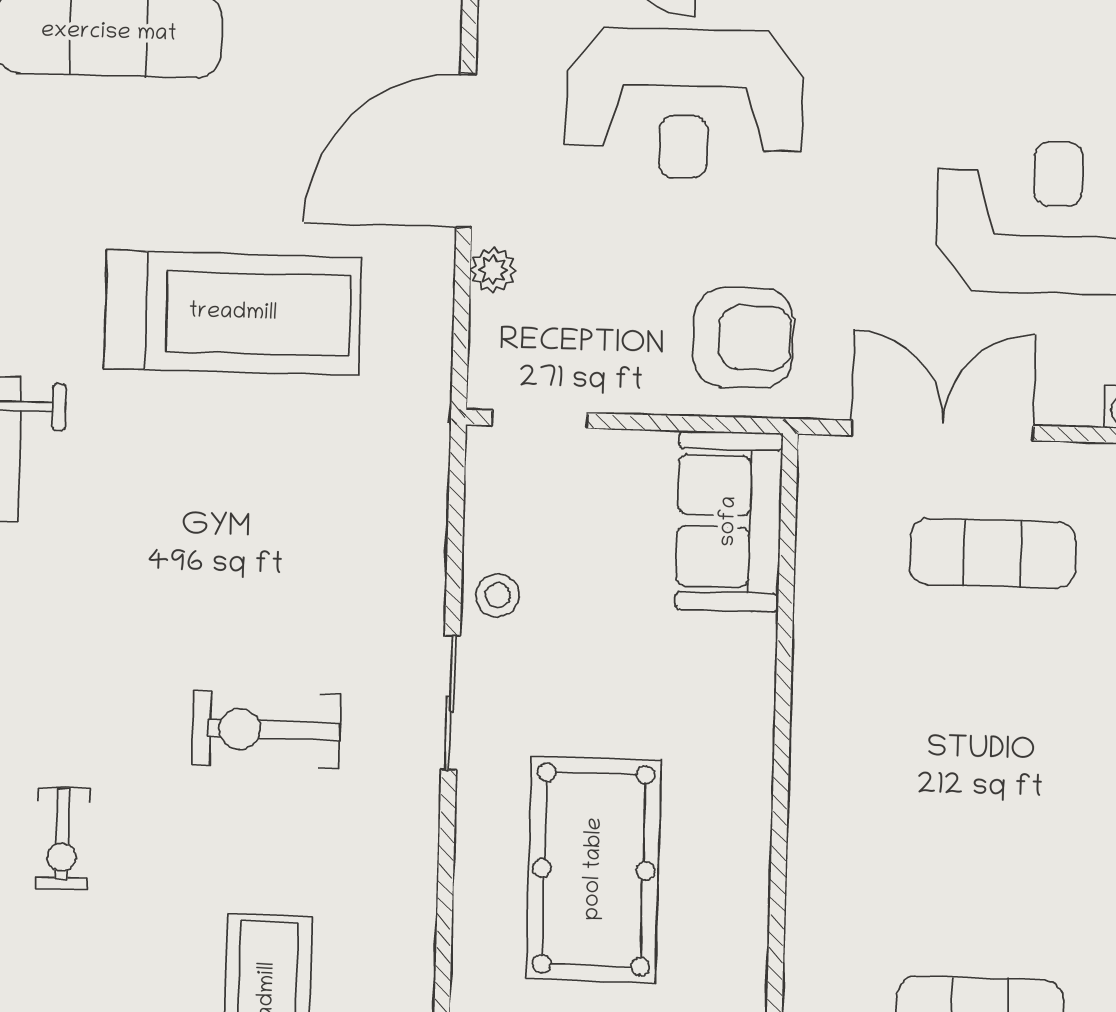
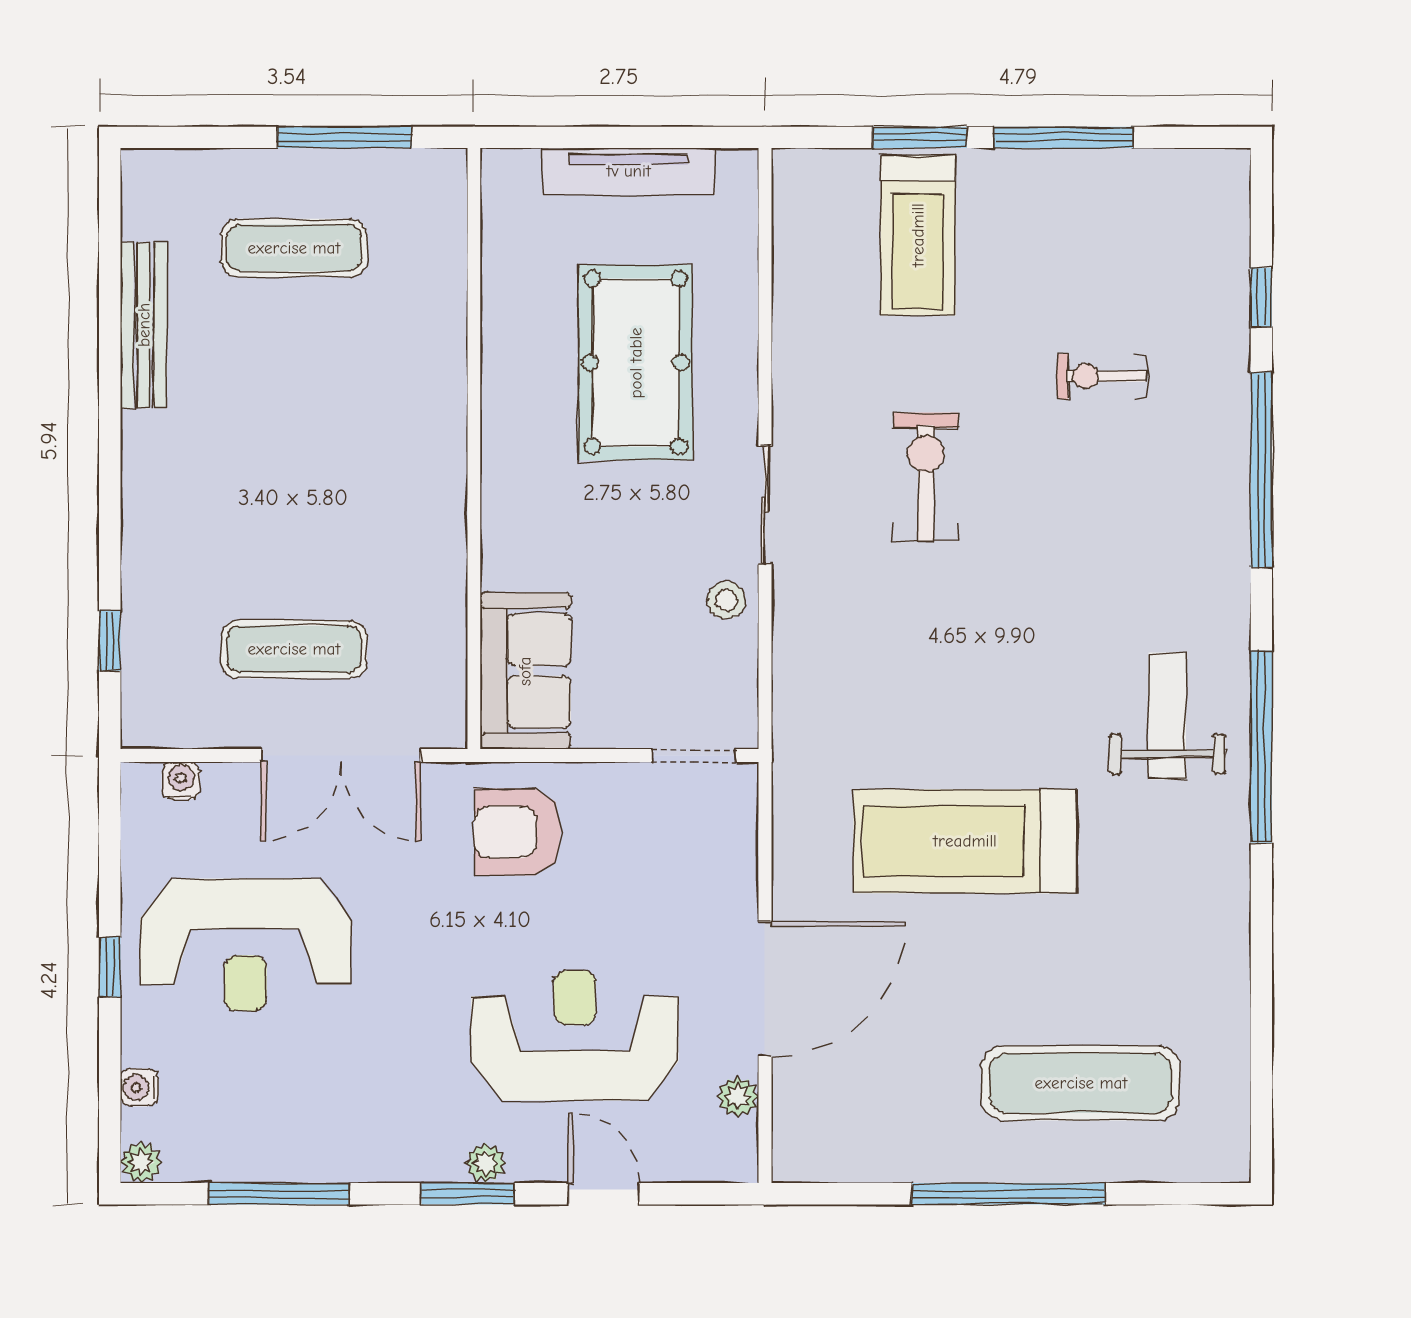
plant: (493, 270) -> (738, 1097), moved
exercise bike: (266, 730) -> (926, 477), turned -90
exercise bike: (62, 839) -> (1102, 376), turned -90

